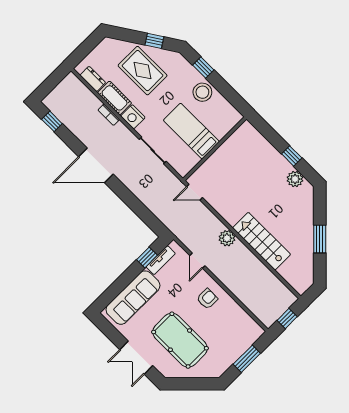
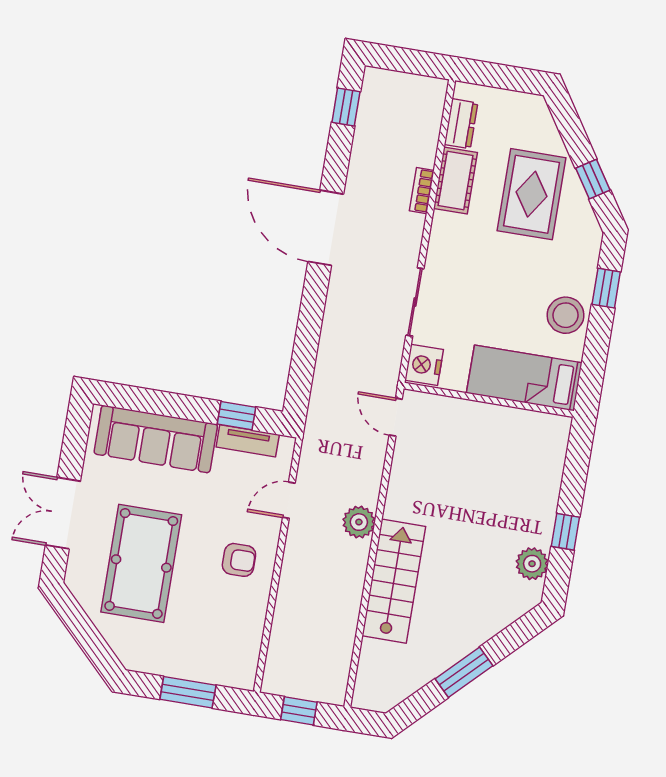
nightstand: (133, 117) -> (424, 365), moved
bed: (191, 131) -> (524, 378), moved, turned -90

